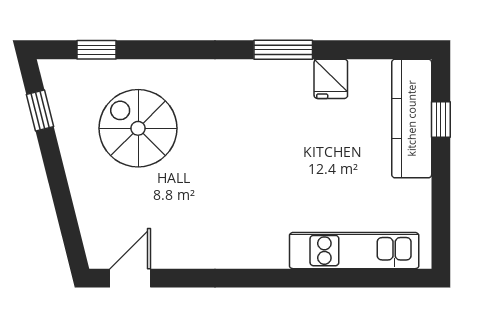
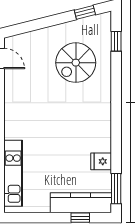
window: (283, 50) -> (116, 189), moved
spiral stairs: (138, 128) -> (76, 63), turned 180

